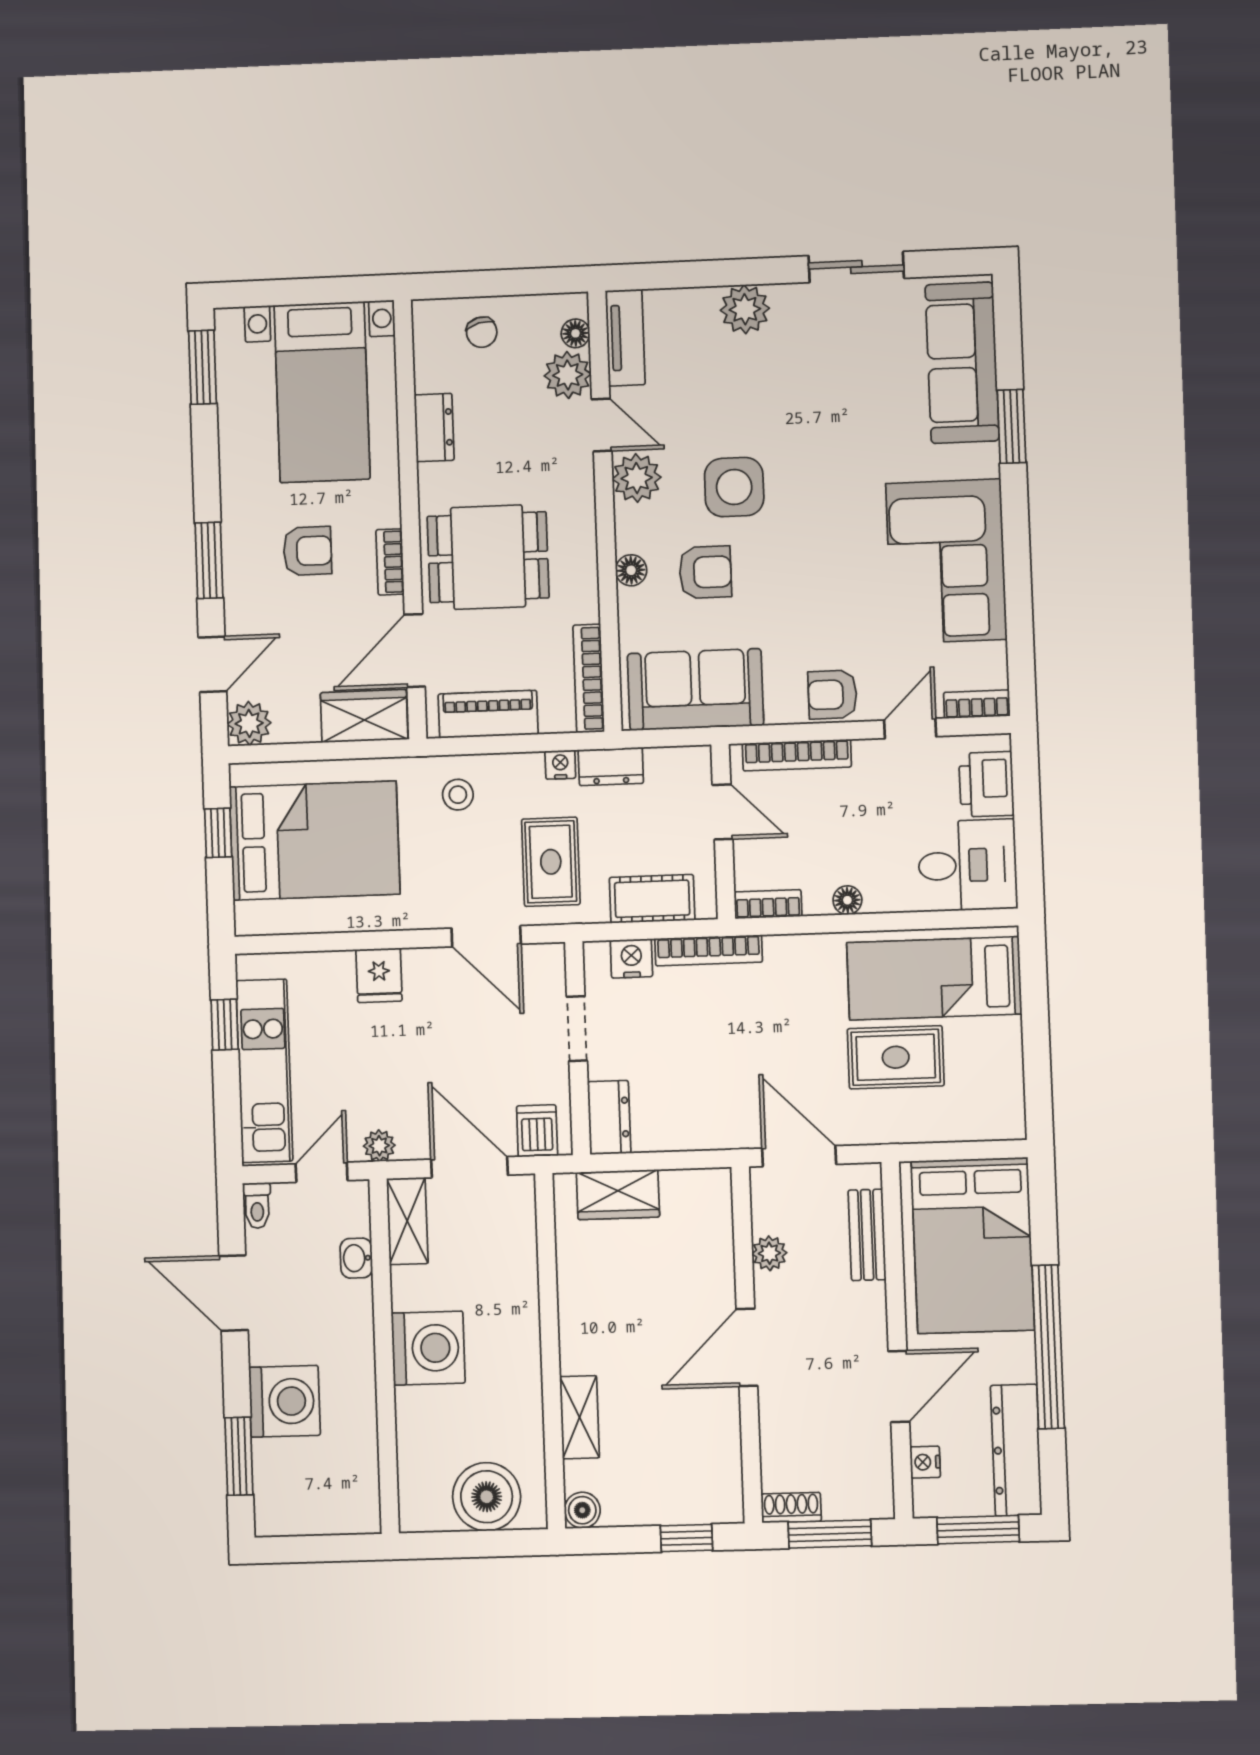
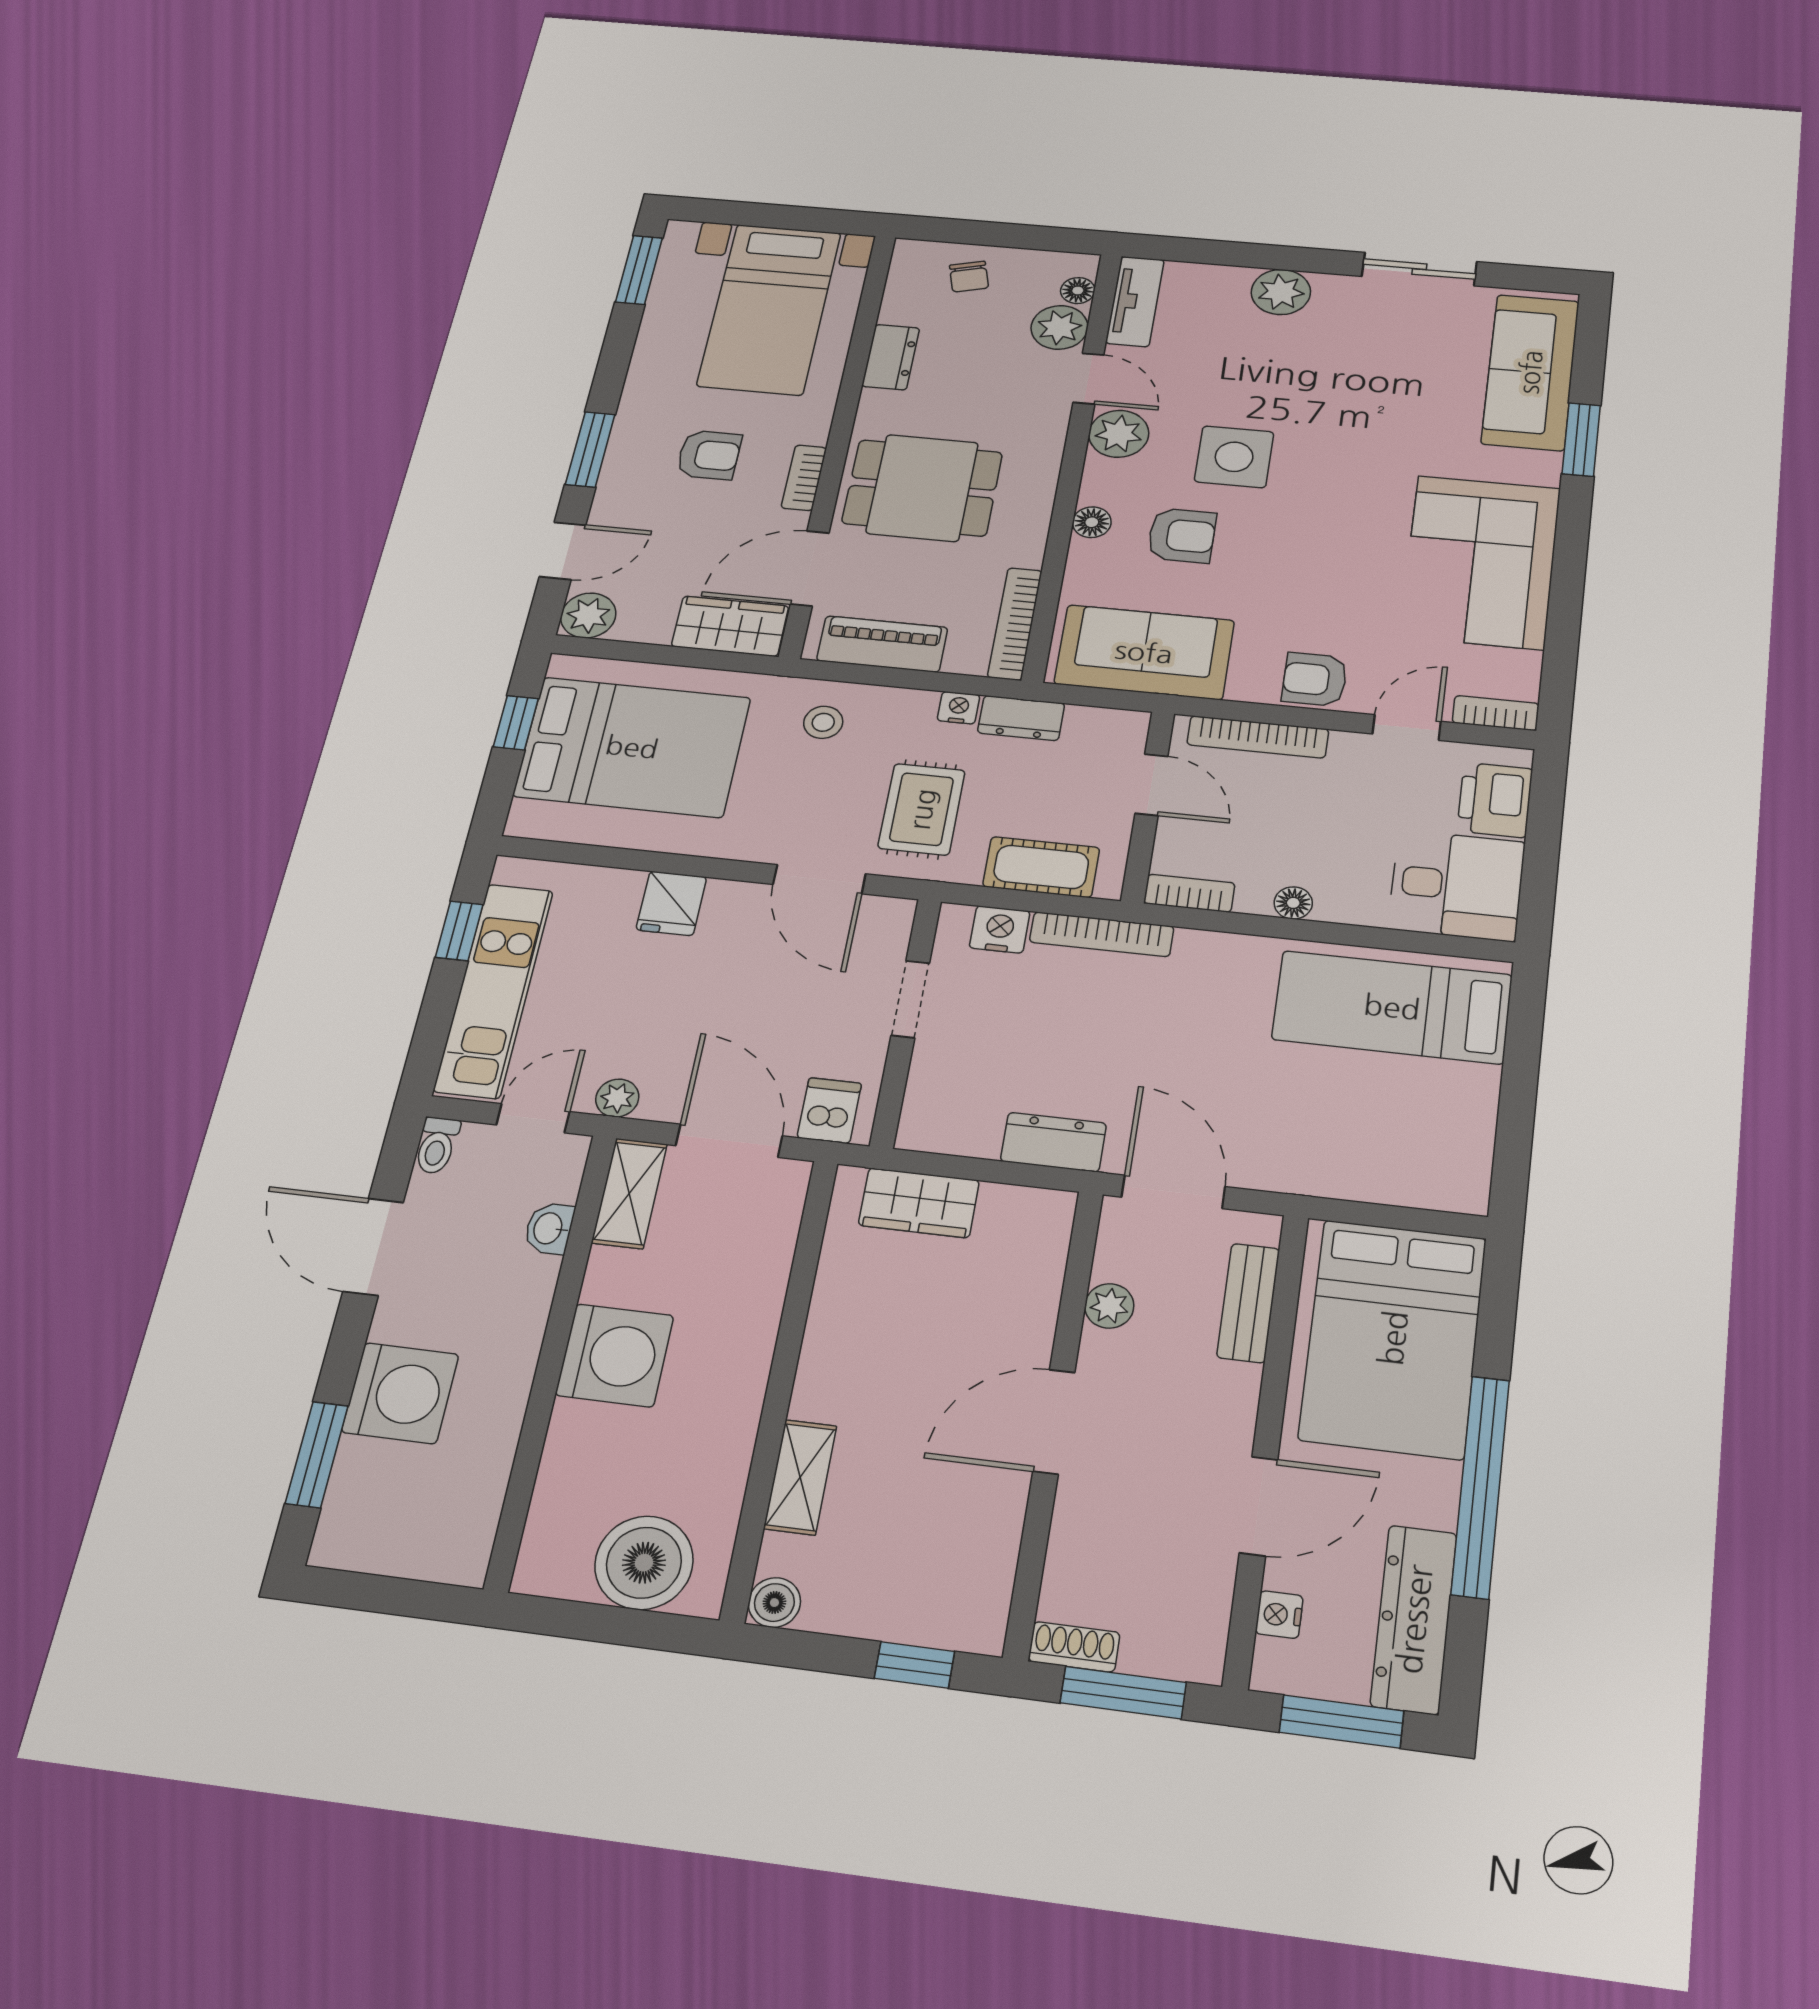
rug: (896, 1057) -> (1325, 1092), removed
dresser: (609, 1118) -> (1053, 1142), moved, turned -90

